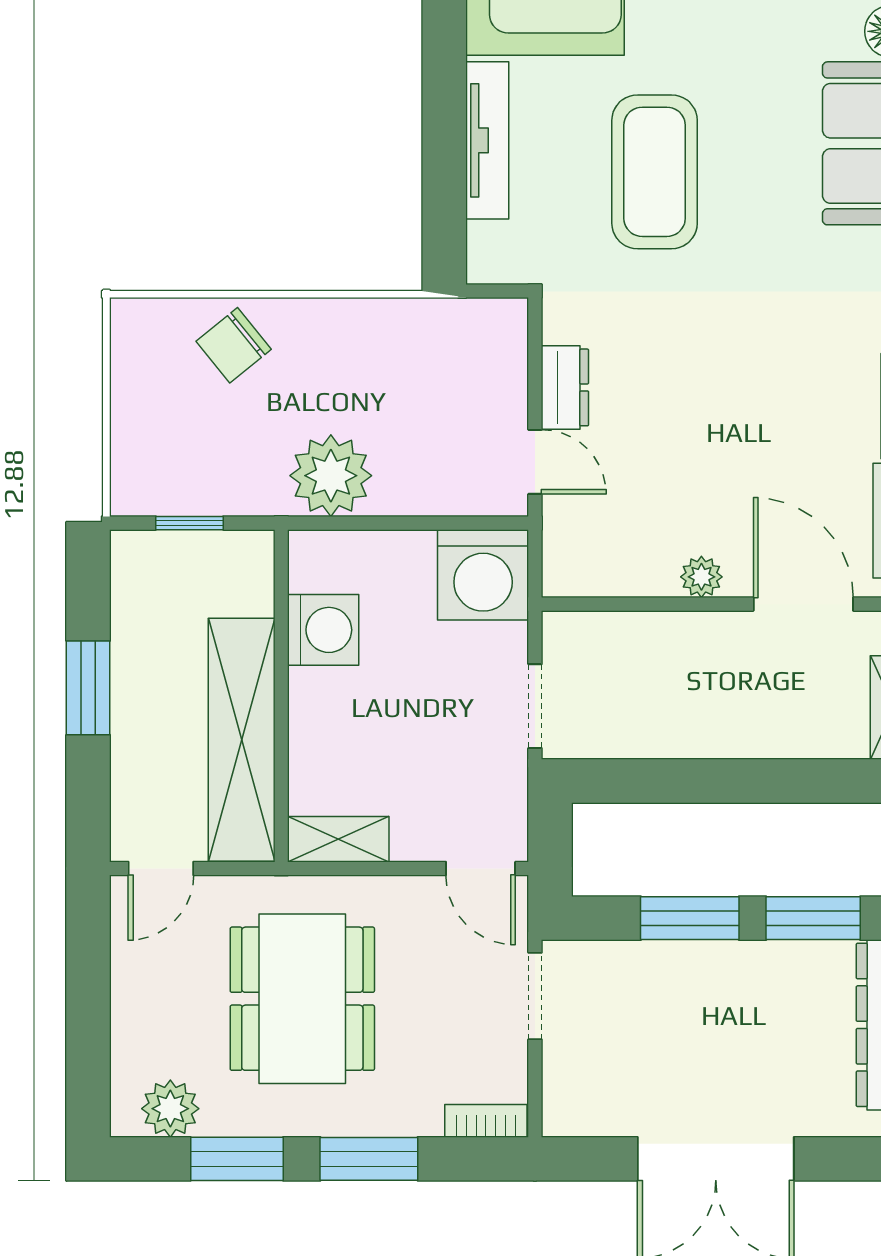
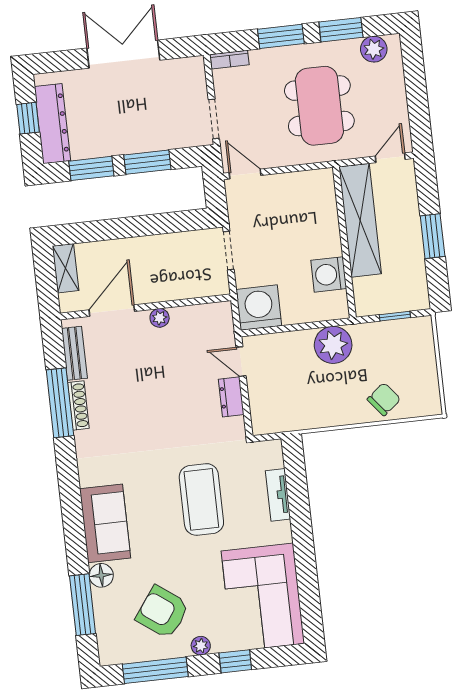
tv unit: (487, 140) -> (278, 495), width x0.71
door: (803, 604) -> (112, 311), swing flipped
shelving: (338, 839) -> (311, 180), removed

